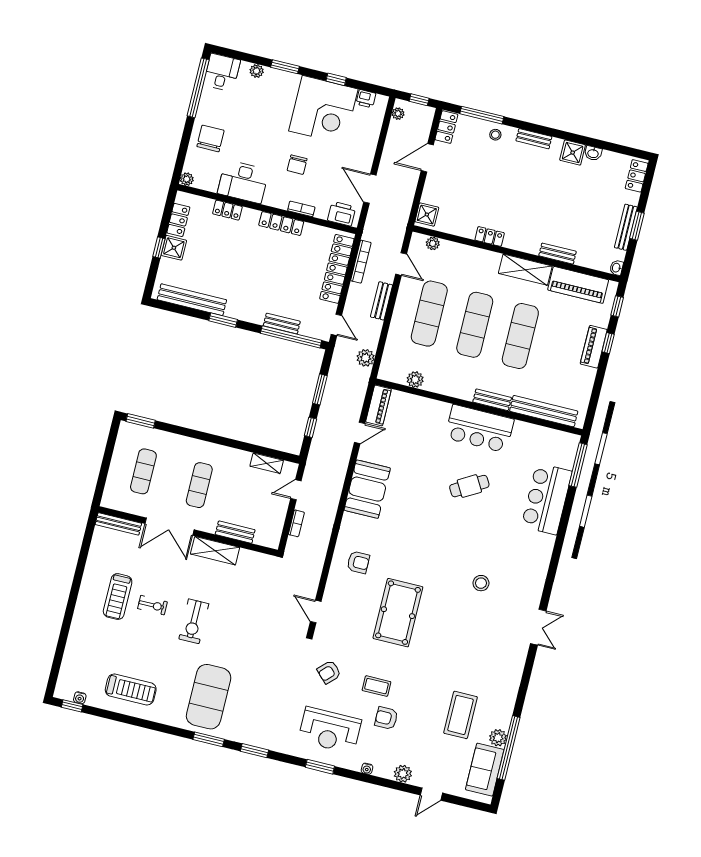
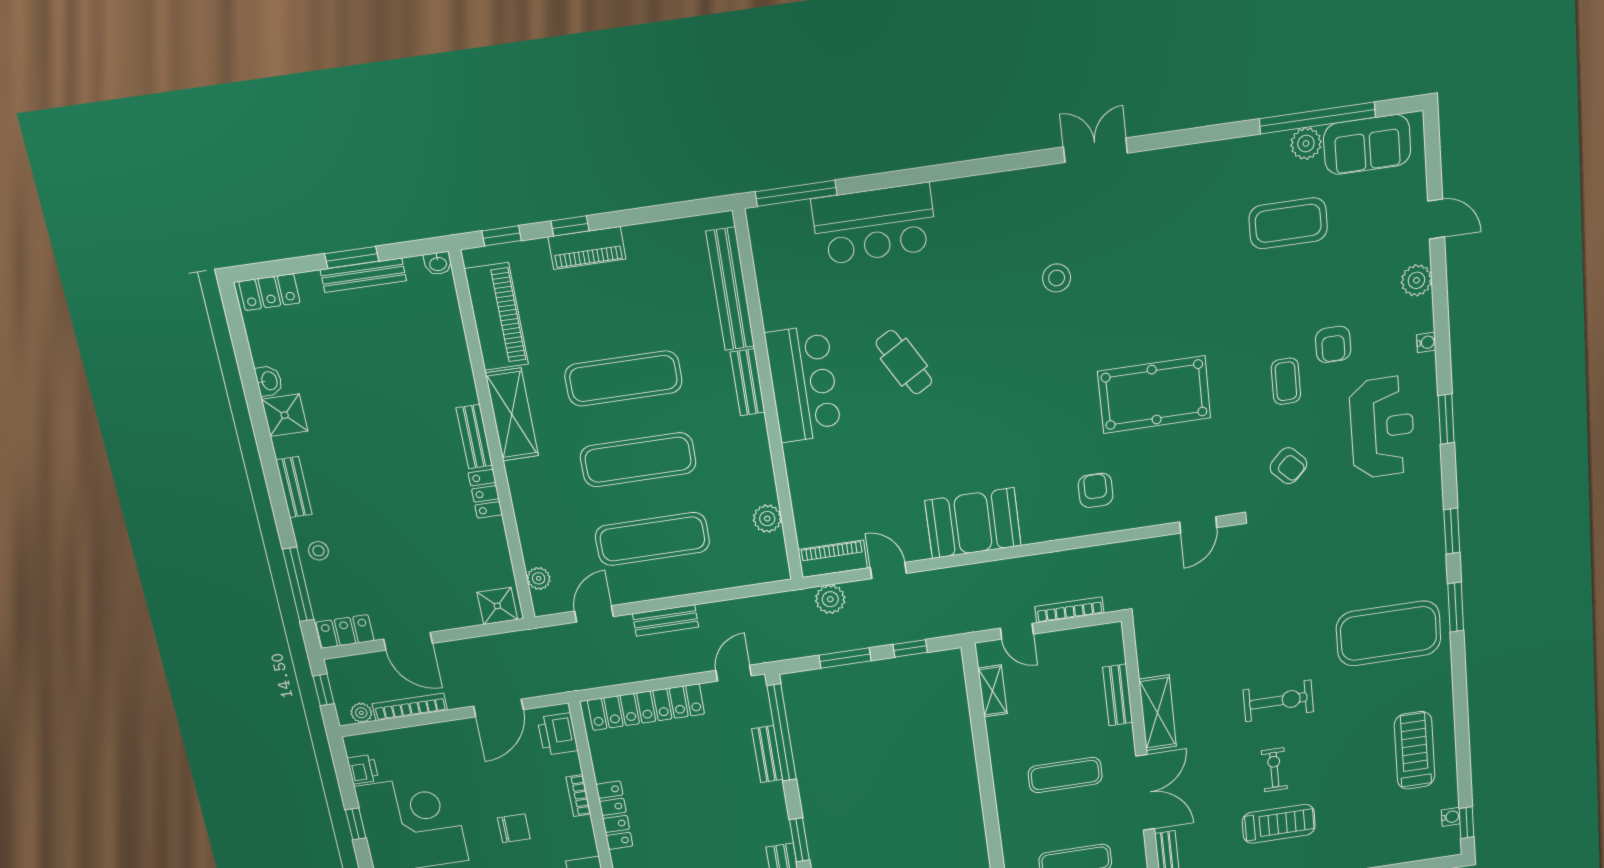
bench: (558, 254) -> (474, 437), moved
bookcase: (361, 262) -> (410, 707), moved
plant: (366, 358) -> (830, 599), moved
bookcase: (296, 523) -> (1069, 610), width x1.56

